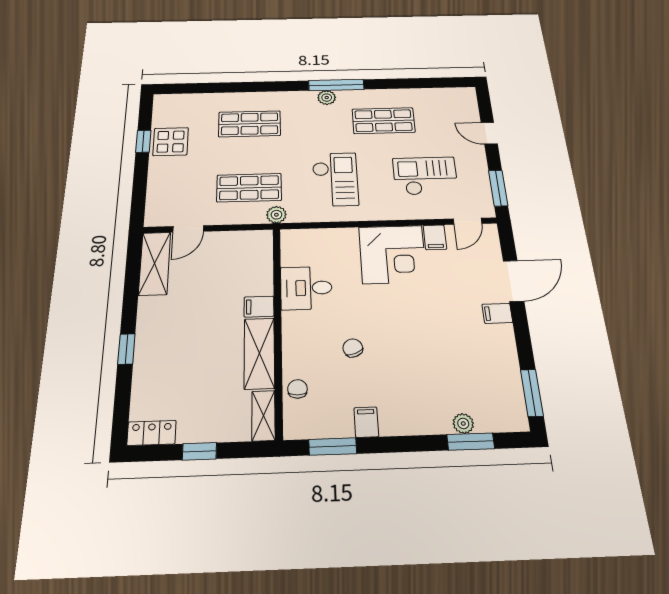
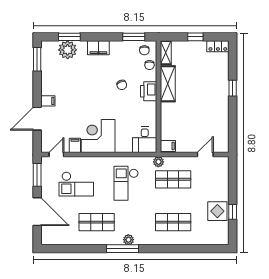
door: (489, 133) -> (37, 212), width x1.87
shelving: (155, 263) -> (222, 135), removed
desk: (306, 288) -> (145, 140), moved, turned 90
filing cabinet: (259, 307) -> (168, 146), moved
printer: (298, 338) -> (149, 91), added
chair: (309, 419) -> (144, 50), added
filing cabinet: (366, 422) -> (98, 48), moved, width x2.00
plant: (463, 424) -> (68, 50), width x1.88, depth x1.88

